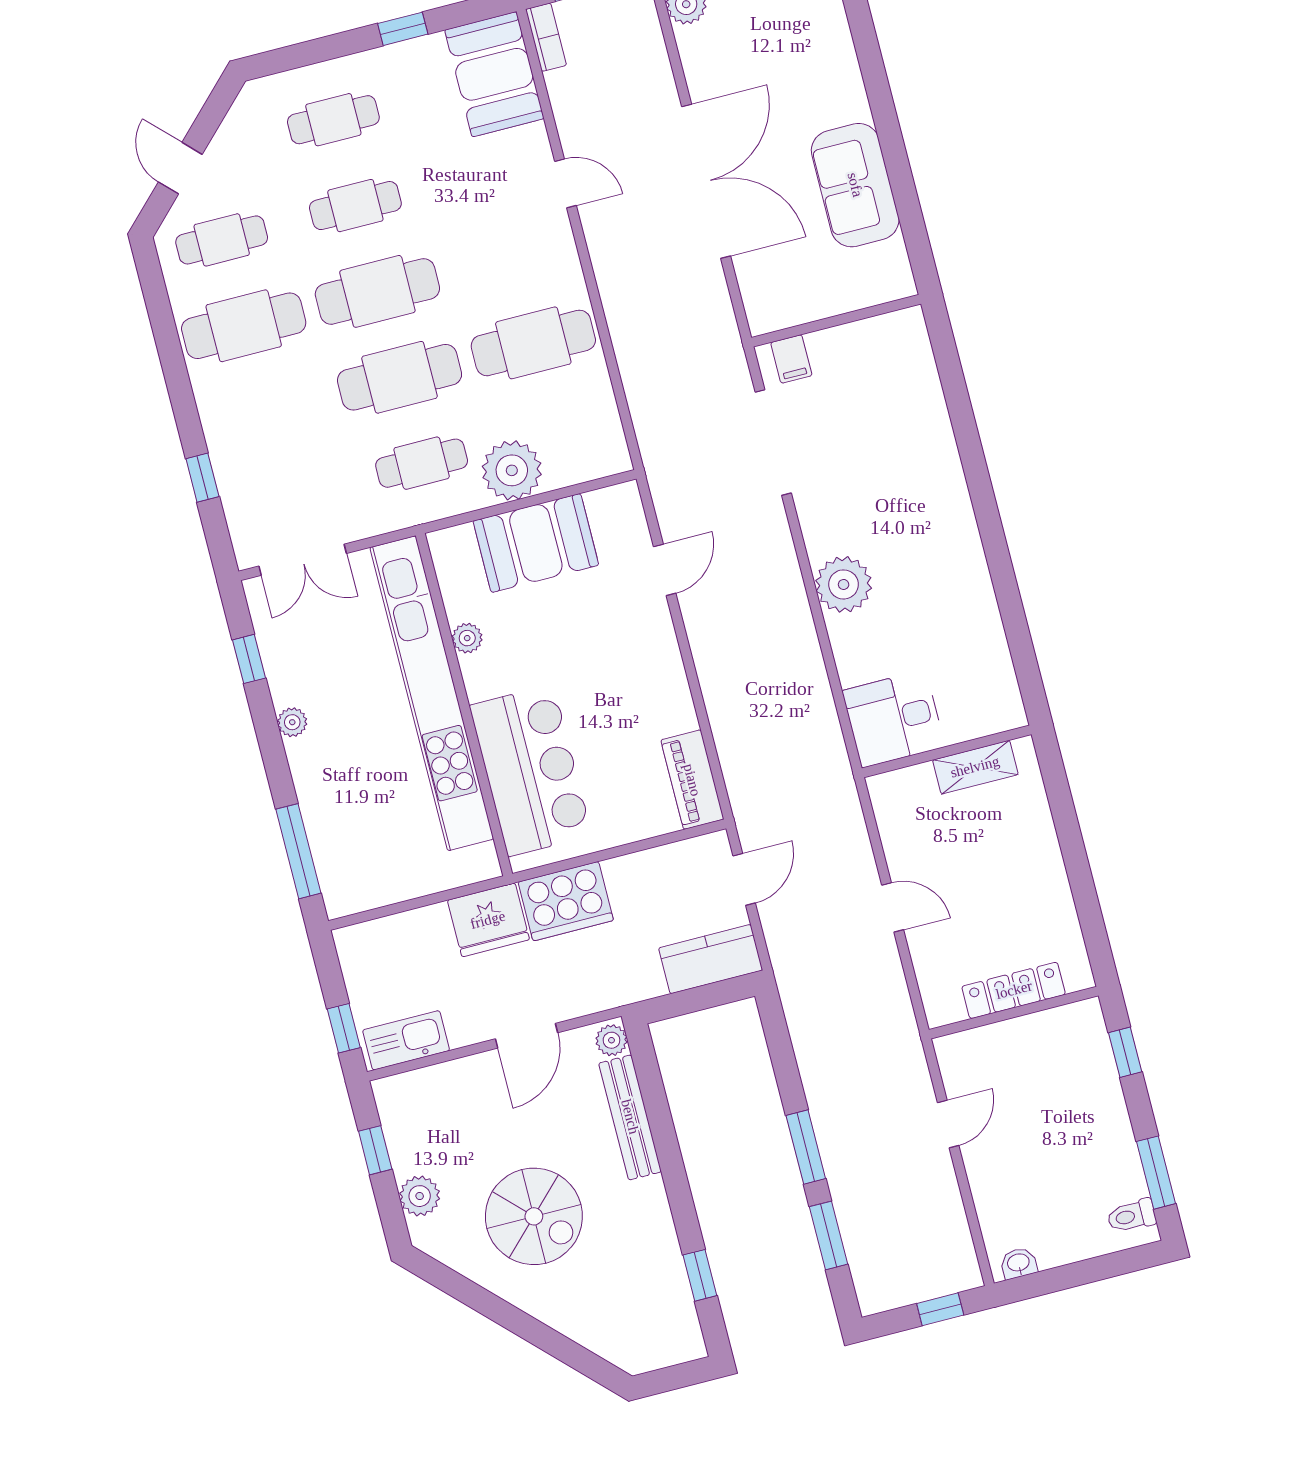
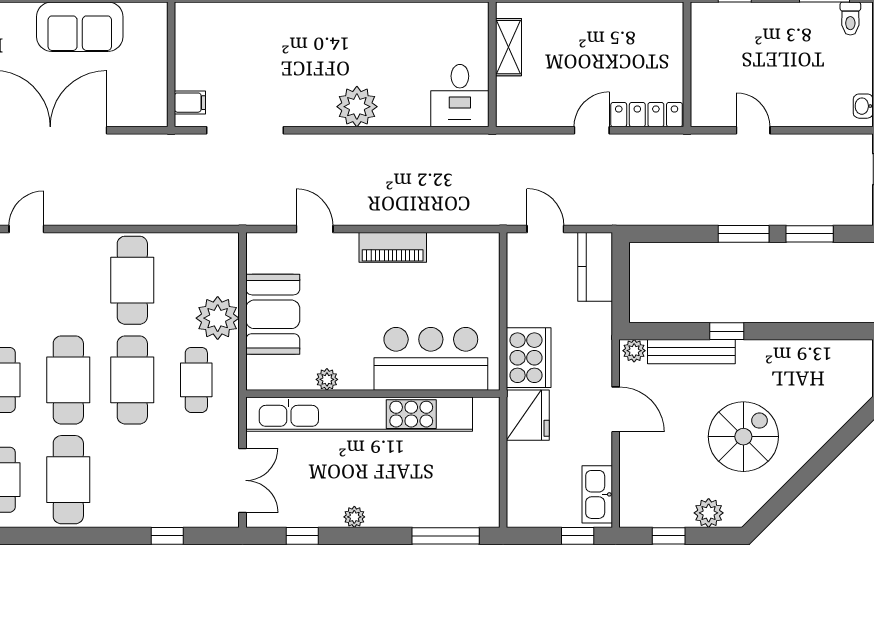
piano: (692, 780) -> (393, 247), moved
locker: (1014, 990) -> (647, 115), moved, turned 90
window: (700, 1275) -> (727, 331), moved

